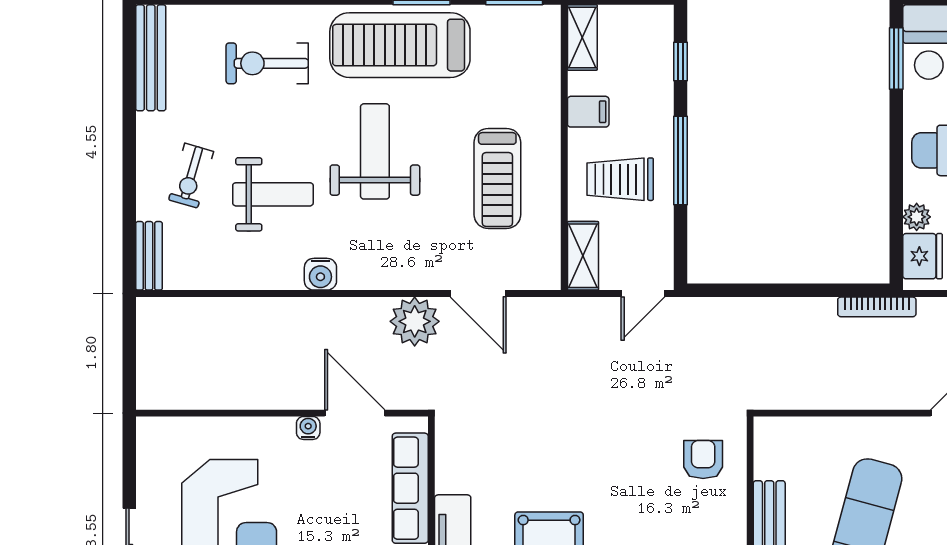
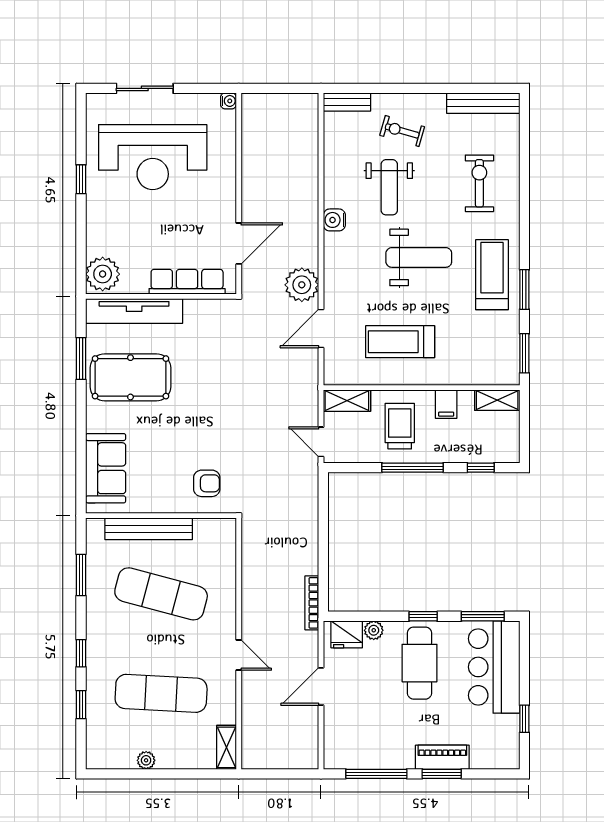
treadmill: (400, 45) -> (492, 275), width x0.73, depth x0.73
window: (896, 145) -> (423, 616), added
water cooler: (308, 428) -> (228, 101), moved

